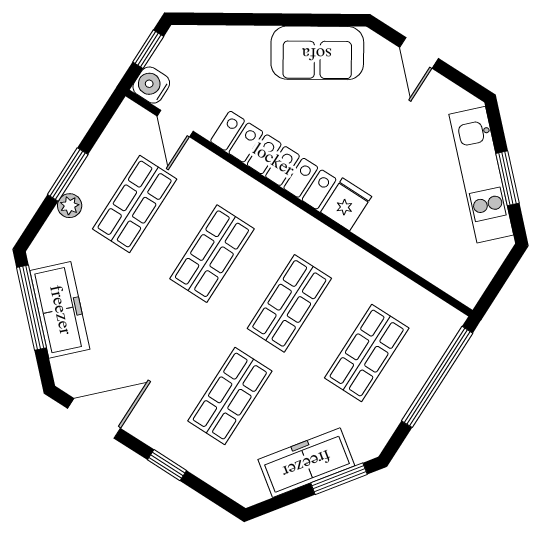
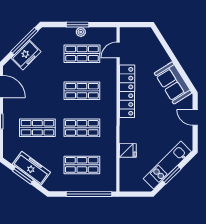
window: (148, 49) -> (138, 25), removed
door: (419, 53) -> (195, 117), hinge flipped
water cooler: (151, 85) -> (126, 34), removed
fridge: (346, 204) -> (128, 150), moved
plant: (70, 206) -> (81, 32), moved
freezer: (60, 310) -> (26, 55), width x0.71
window: (339, 479) -> (23, 175), moved

